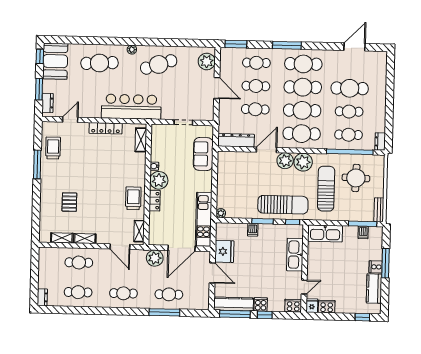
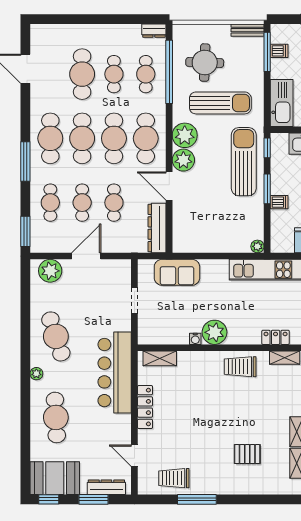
dresser: (48, 103) -> (106, 487), width x1.44
sun lounger: (326, 189) -> (220, 103), turned 180
locker: (155, 201) -> (276, 337), moved

